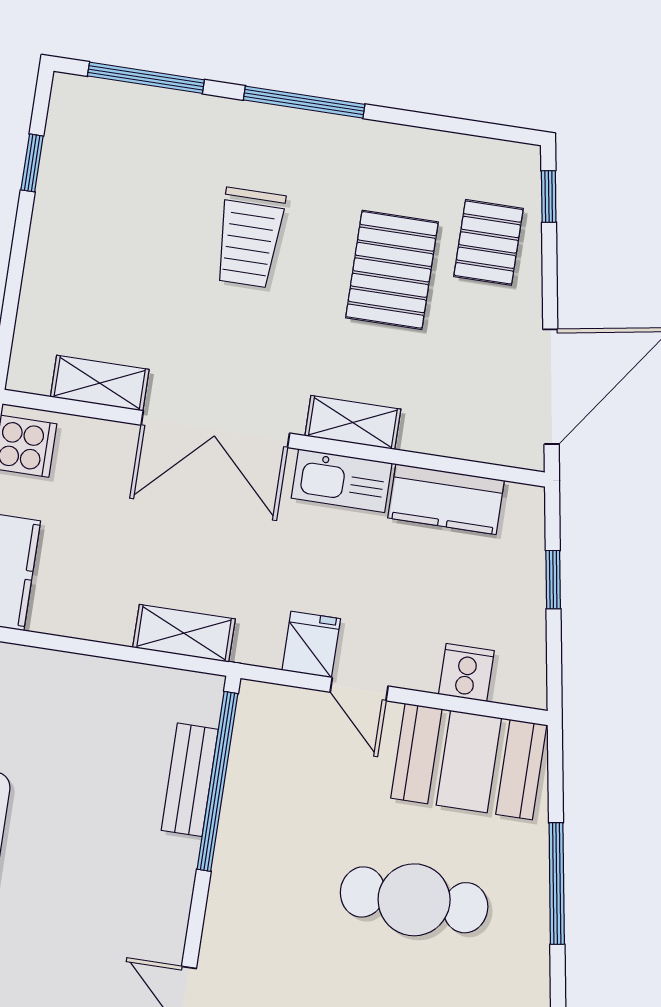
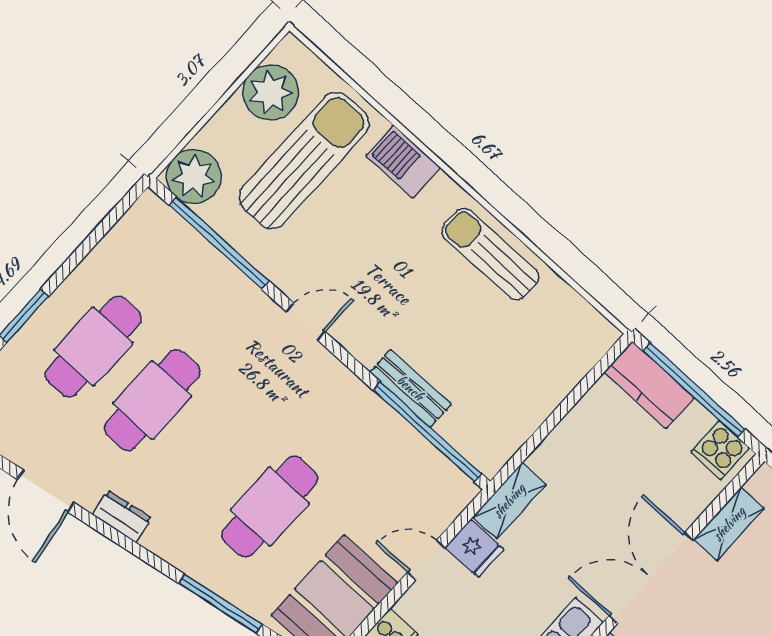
shelving: (184, 633) -> (509, 501), moved
bench: (190, 780) -> (410, 388), moved

